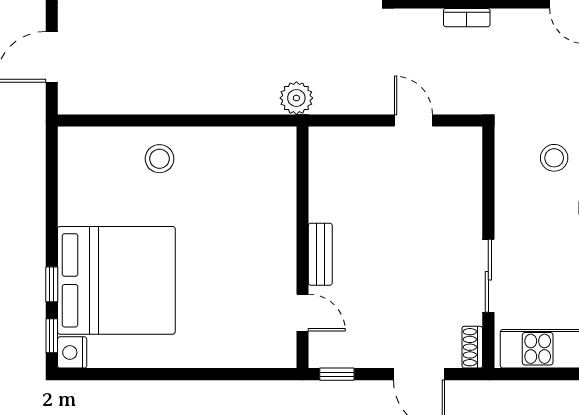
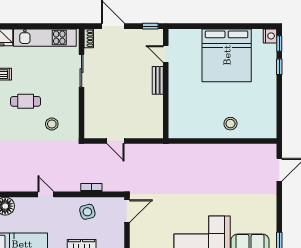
plant: (296, 98) -> (168, 151), removed
bed: (116, 280) -> (227, 55), moved, turned -90

